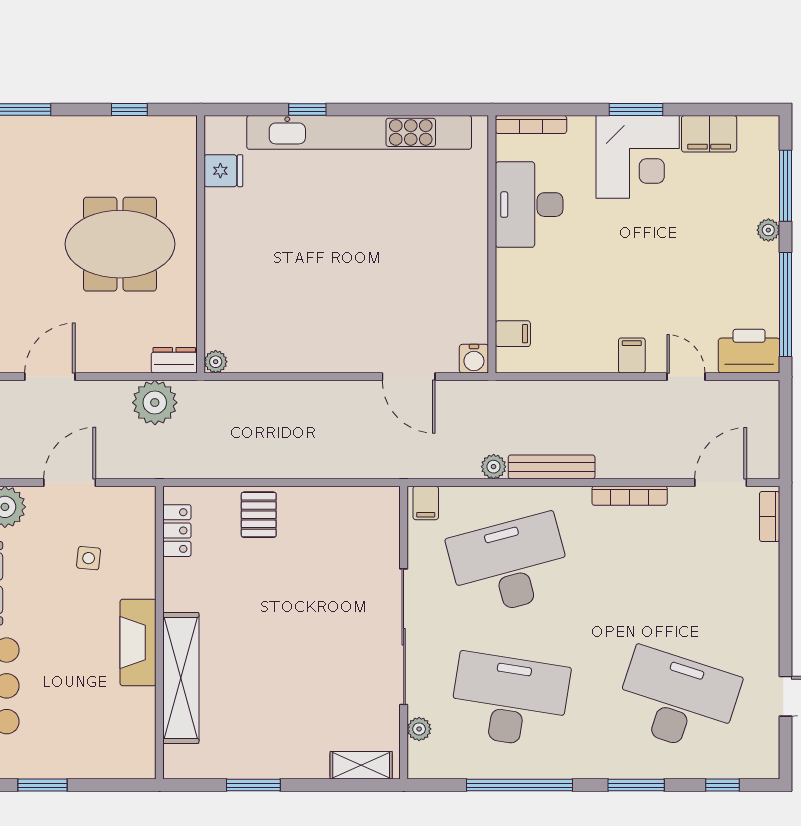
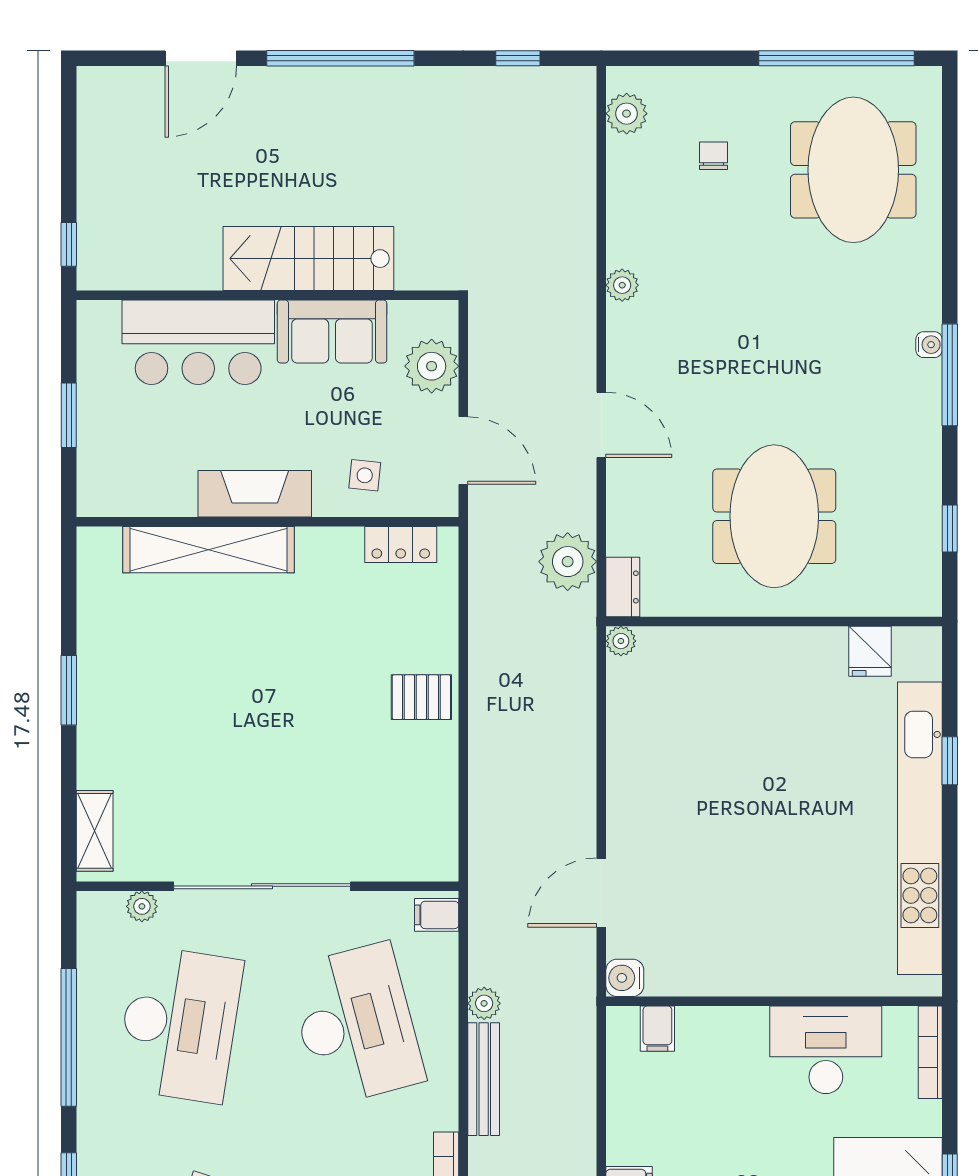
locker: (177, 531) -> (401, 544), moved
wall: (159, 633) -> (268, 522), moved
fireplace: (138, 642) -> (255, 494), moved
shelving: (181, 678) -> (208, 550), moved

